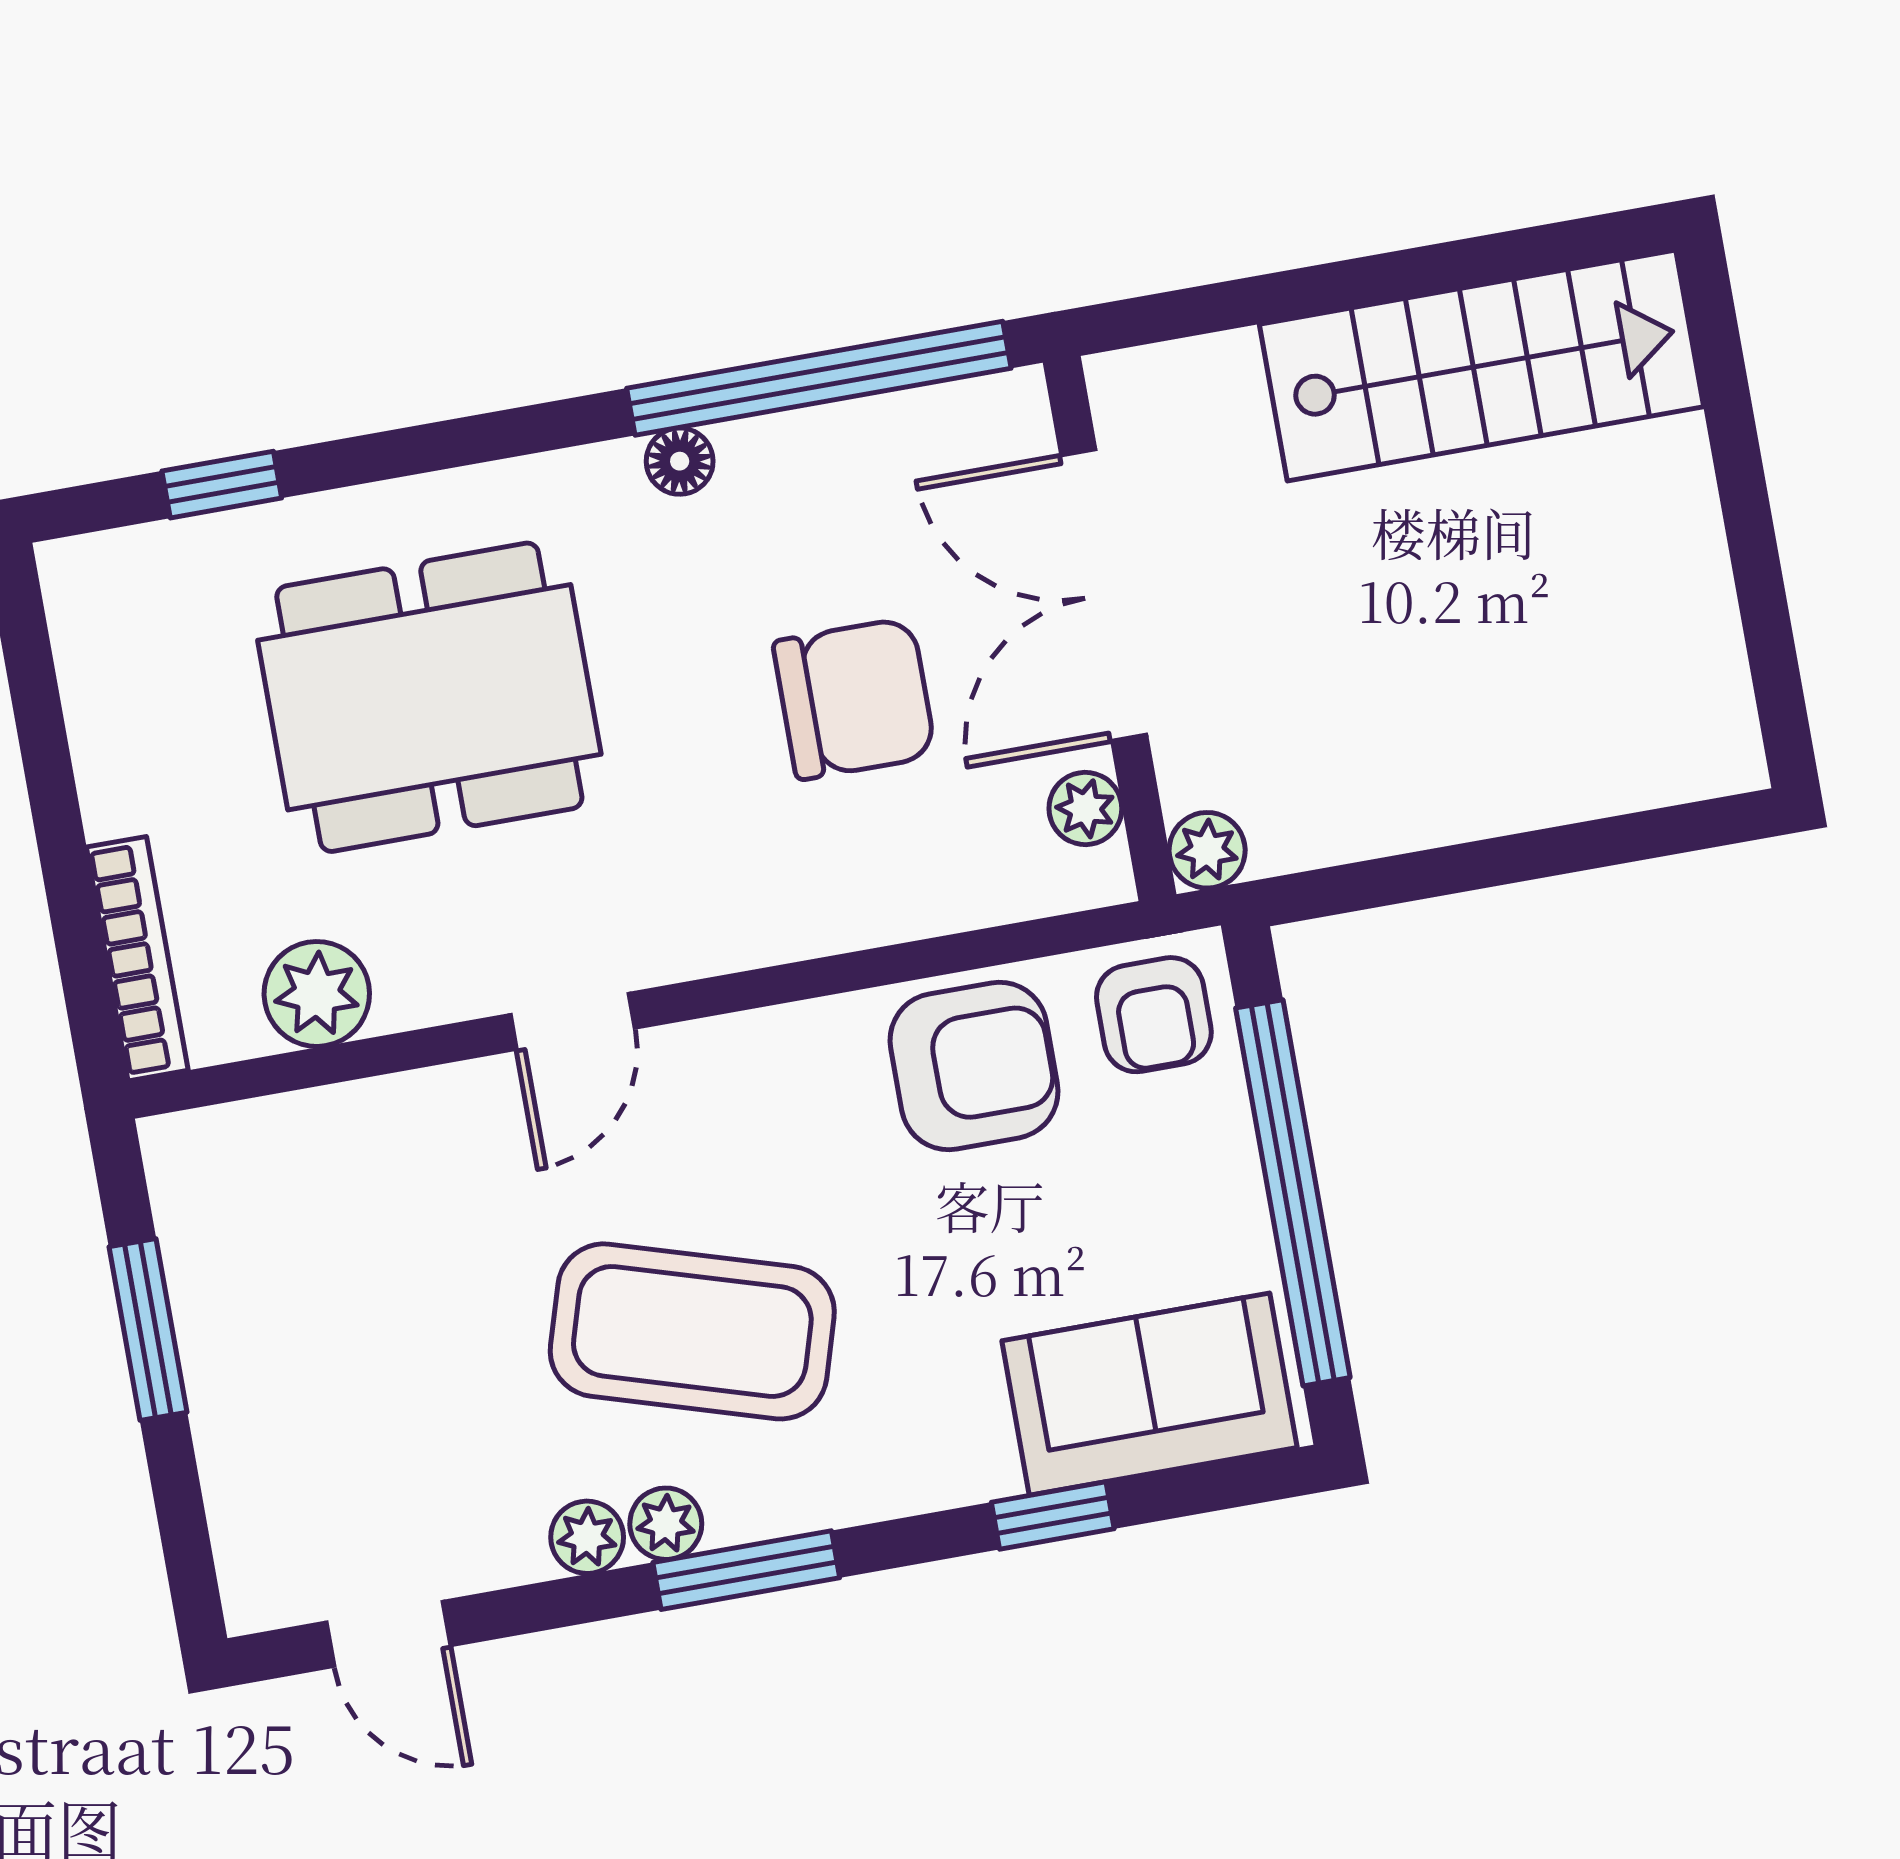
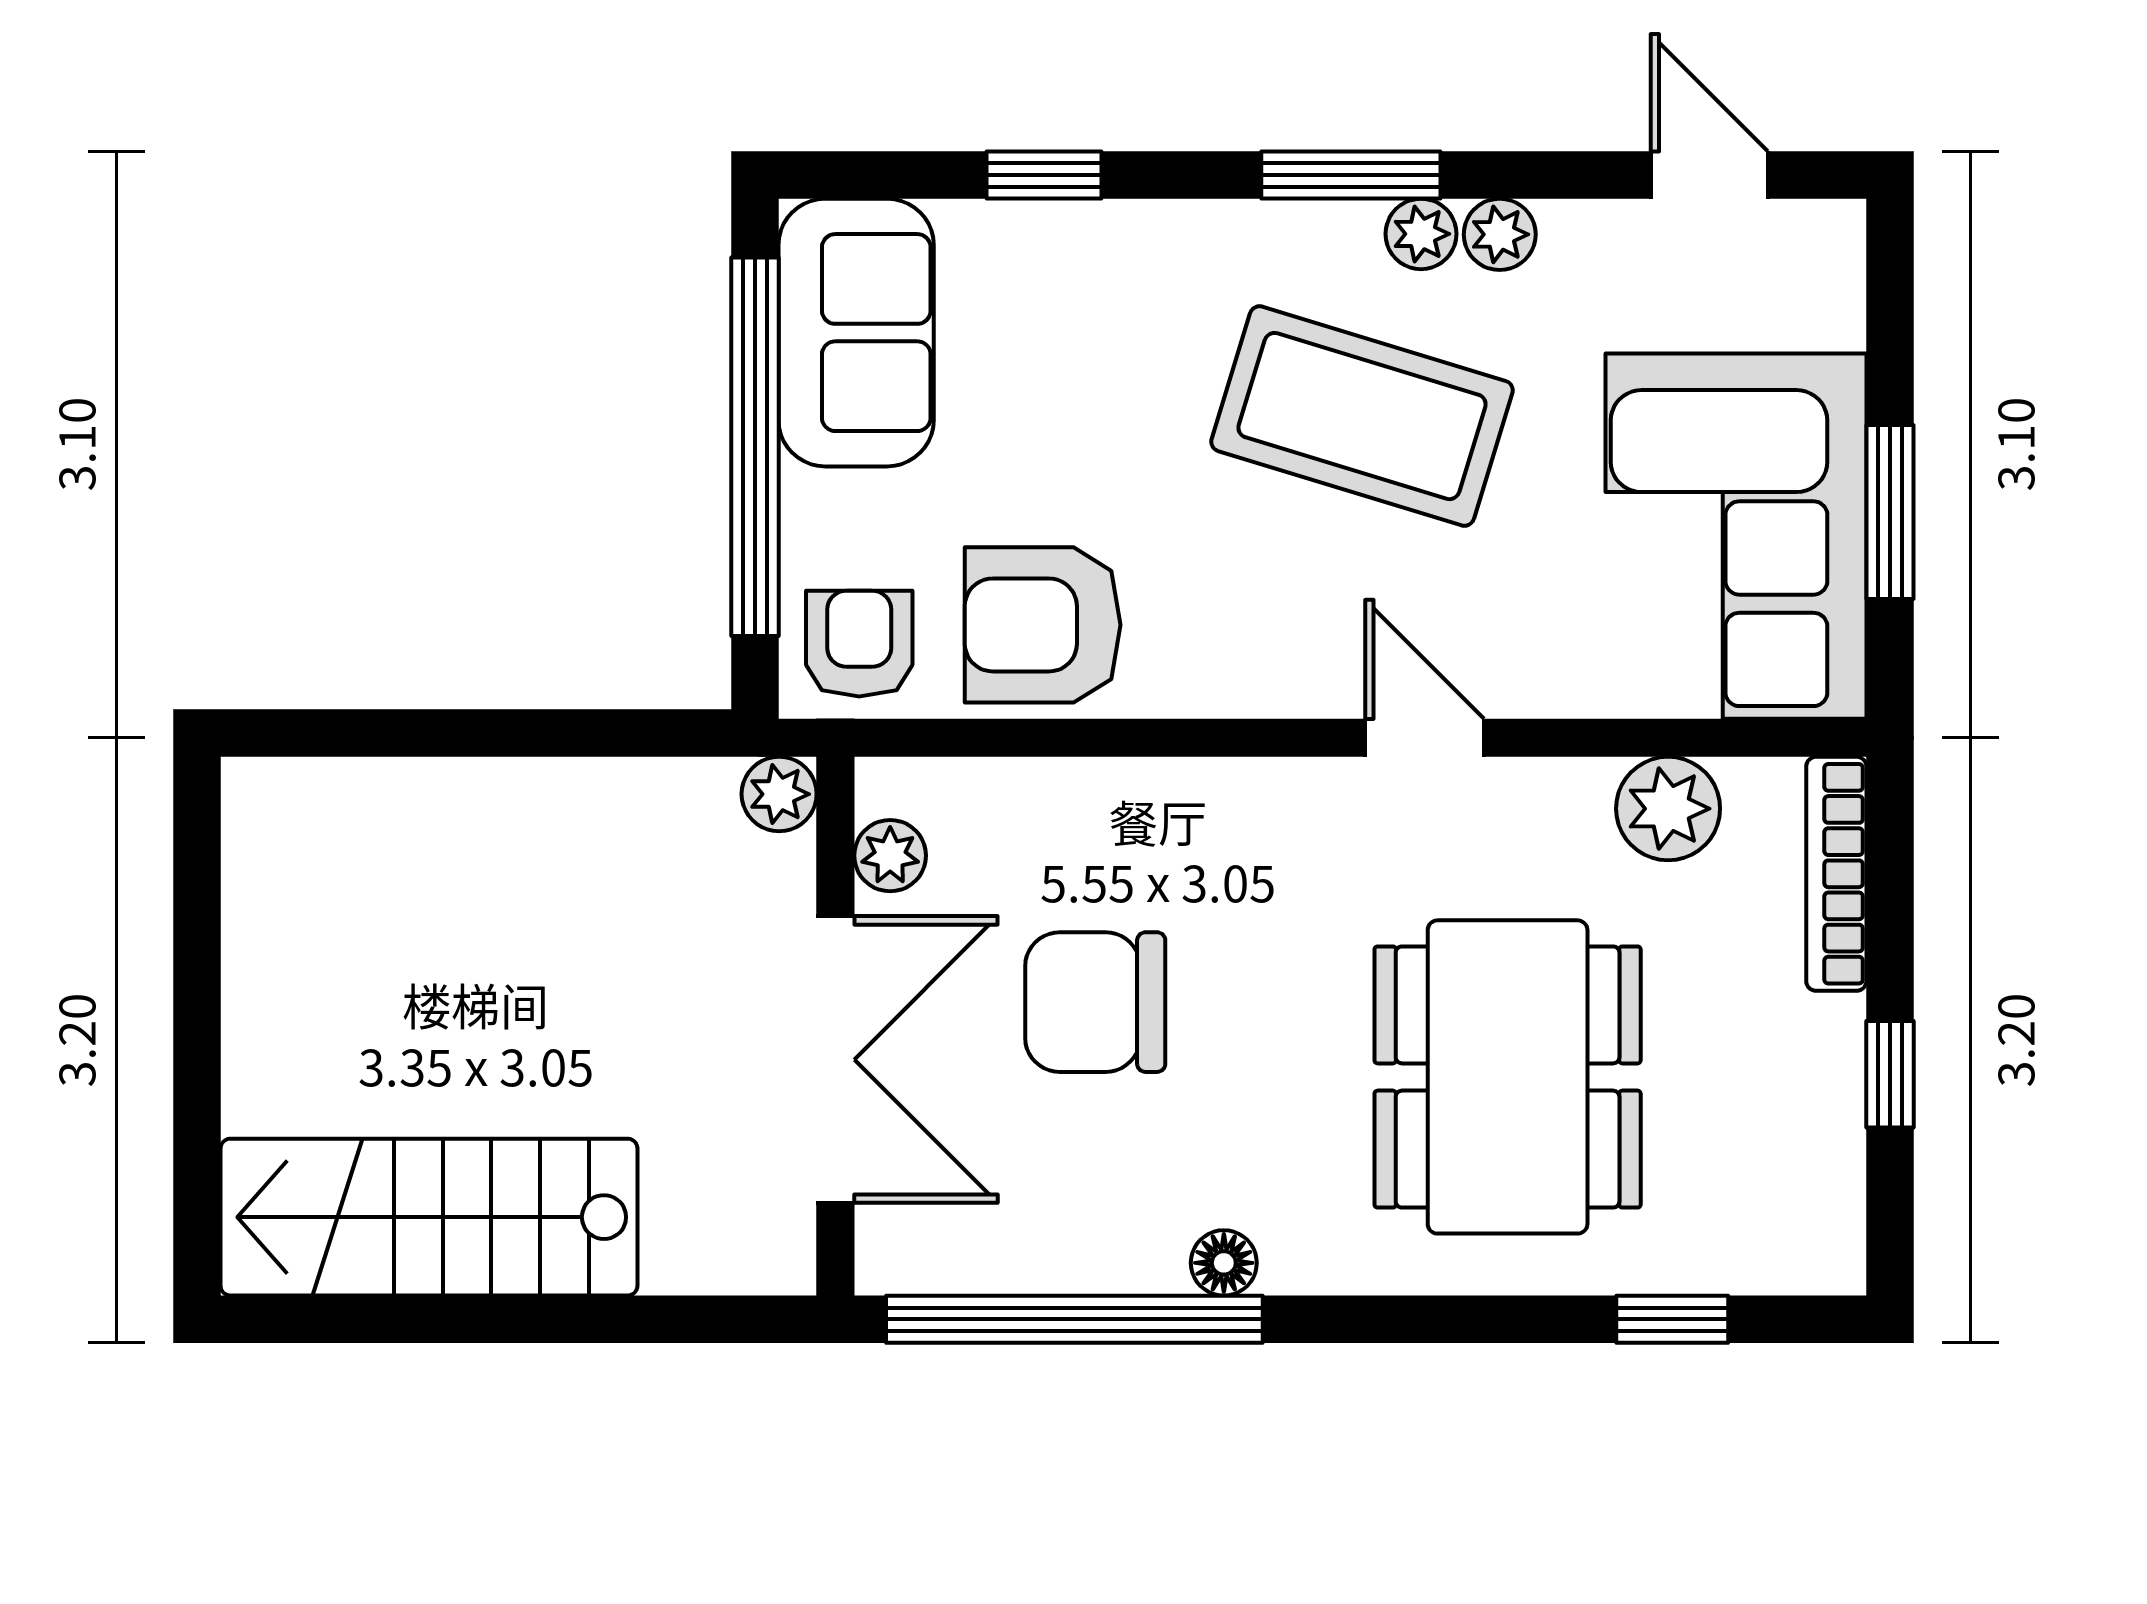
dining table: (429, 697) -> (1508, 1077), turned 90
window: (48, 768) -> (1890, 1074), added
door: (573, 1021) -> (1425, 738), hinge flipped
corner sofa: (298, 1278) -> (1736, 536), added
sofa: (1149, 1394) -> (856, 333), moved, turned -90

